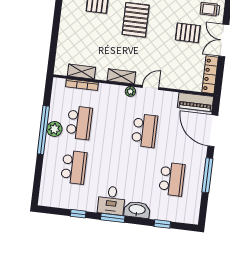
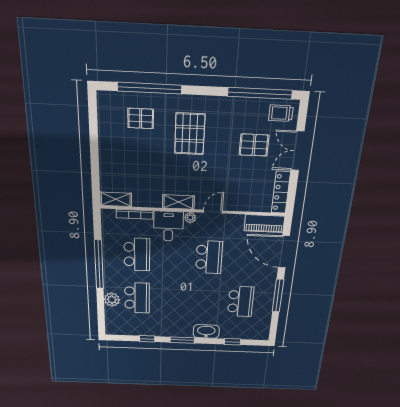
shelving: (82, 72) -> (116, 199), moved
plant: (54, 129) -> (112, 300), moved
desk: (111, 200) -> (168, 226), moved, turned 180

